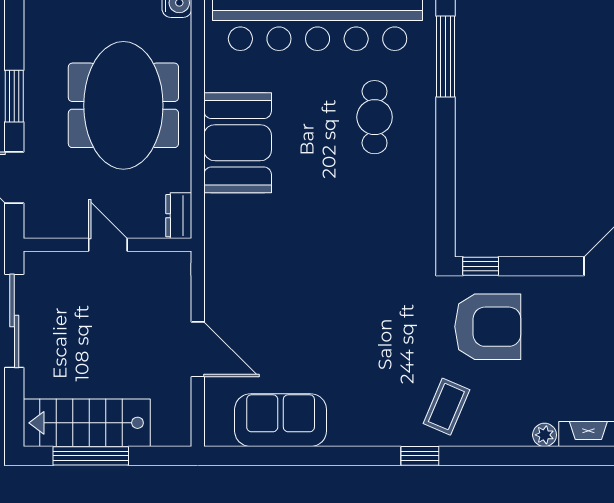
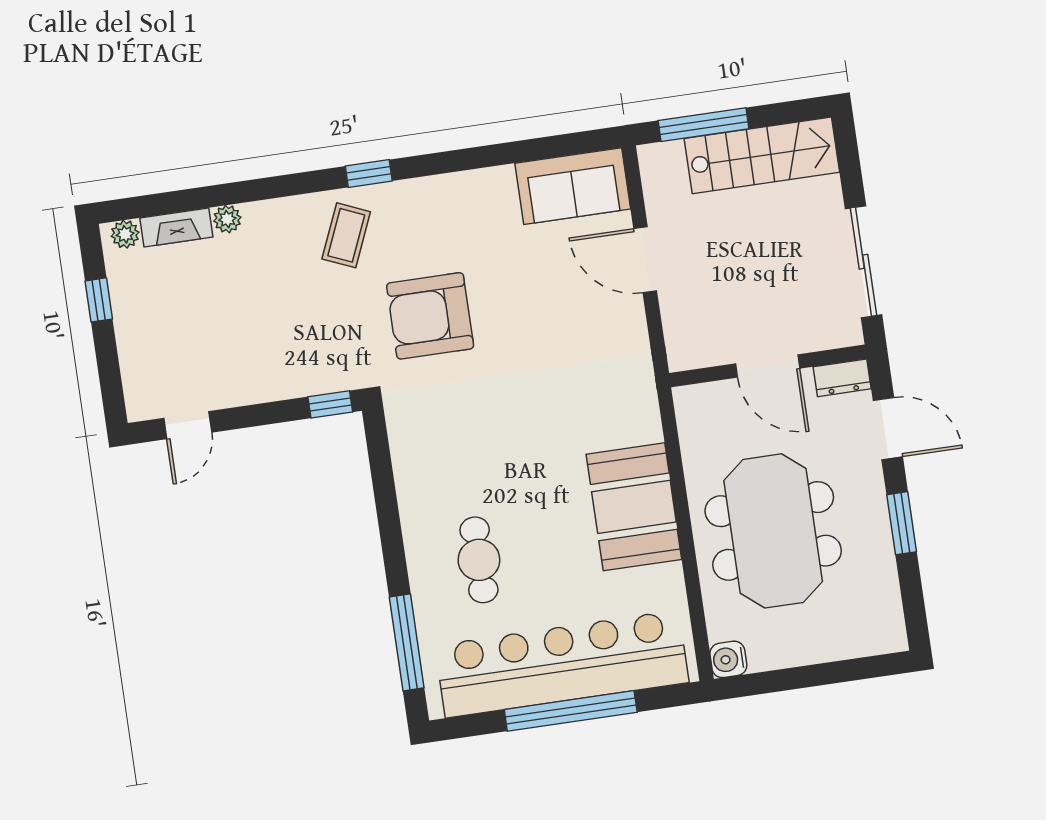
dresser: (179, 216) -> (842, 378), moved, turned 90
door: (108, 245) -> (768, 366), width x1.38
armchair: (488, 327) -> (430, 316), moved
sofa: (281, 420) -> (573, 186), moved
window: (91, 456) -> (704, 125), moved

